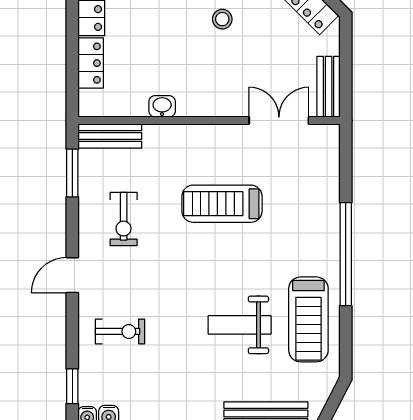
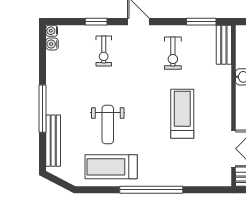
exercise bike: (124, 219) -> (173, 53), turned -90
weight bench: (240, 325) -> (108, 125), turned 180
window: (72, 386) -> (96, 22), moved

